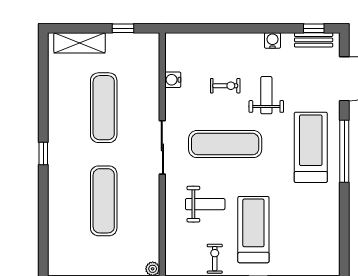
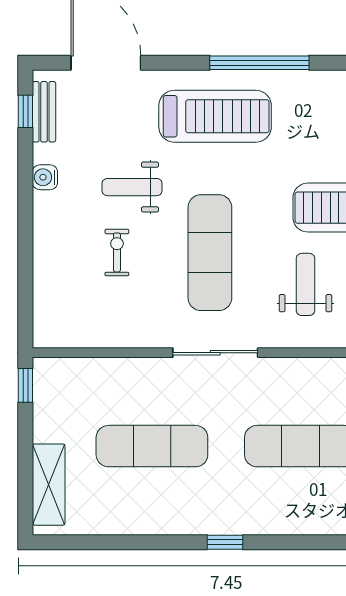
window: (123, 28) -> (25, 385), moved
water cooler: (173, 80) -> (107, 336), removed
treadmill: (311, 147) -> (215, 116), turned 180
window: (344, 151) -> (259, 63), moved

